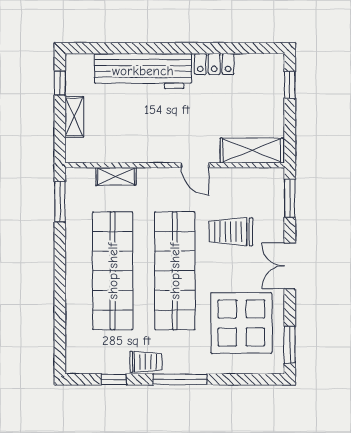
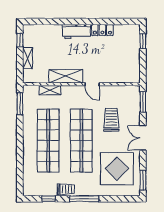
workbench: (143, 71) -> (76, 32), width x0.53, depth x0.76
shelving: (252, 151) -> (66, 76), moved
trolley: (231, 232) -> (111, 120), turned 90

